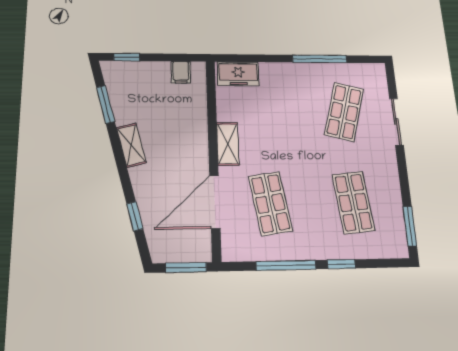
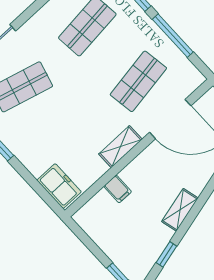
filing cabinet: (181, 72) -> (118, 189), moved, turned 90
window: (106, 104) -> (166, 254), width x0.67

